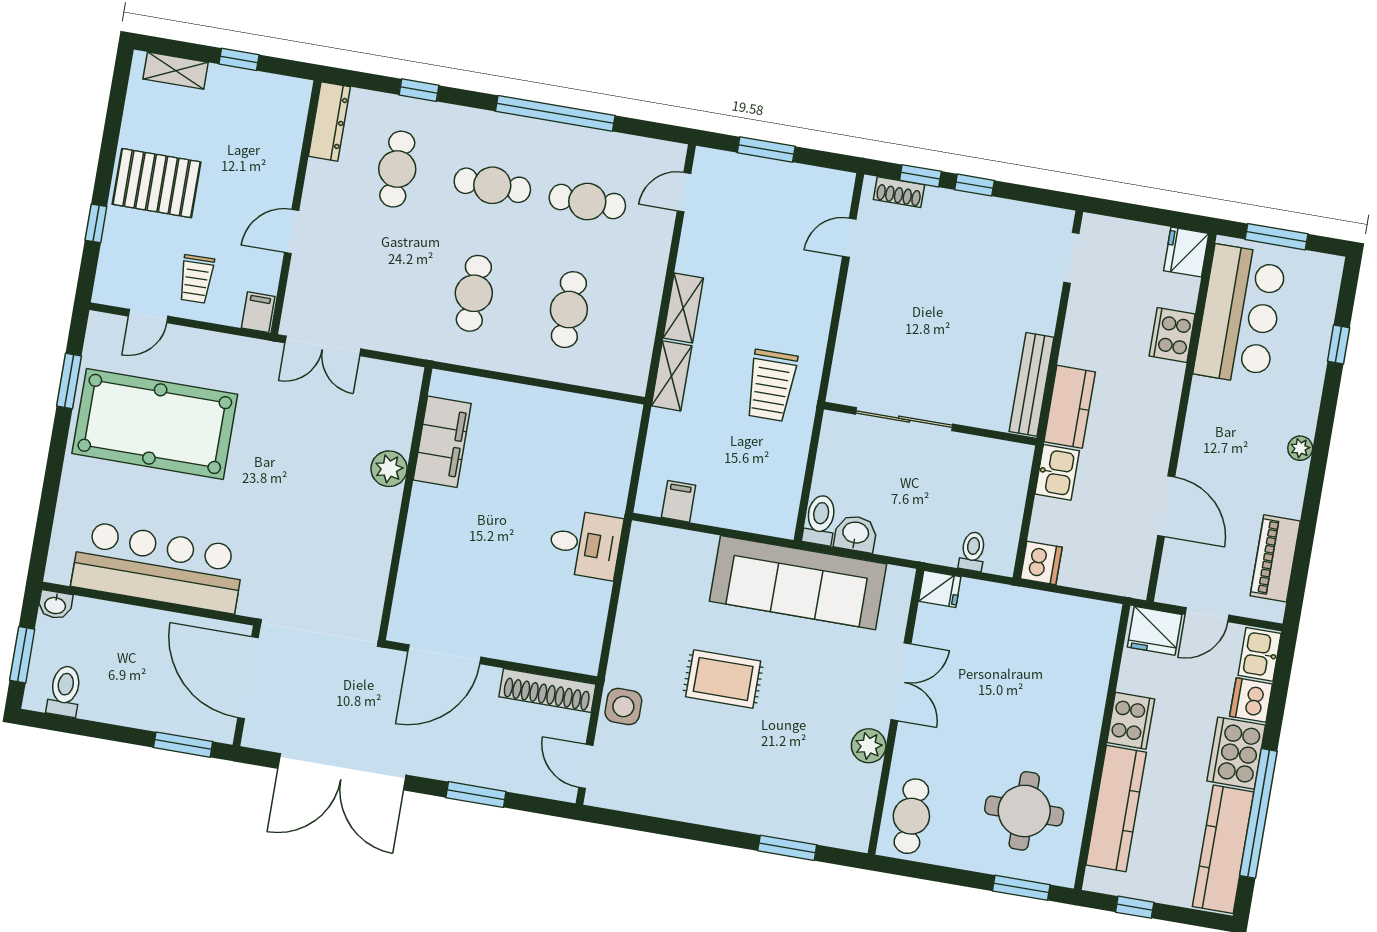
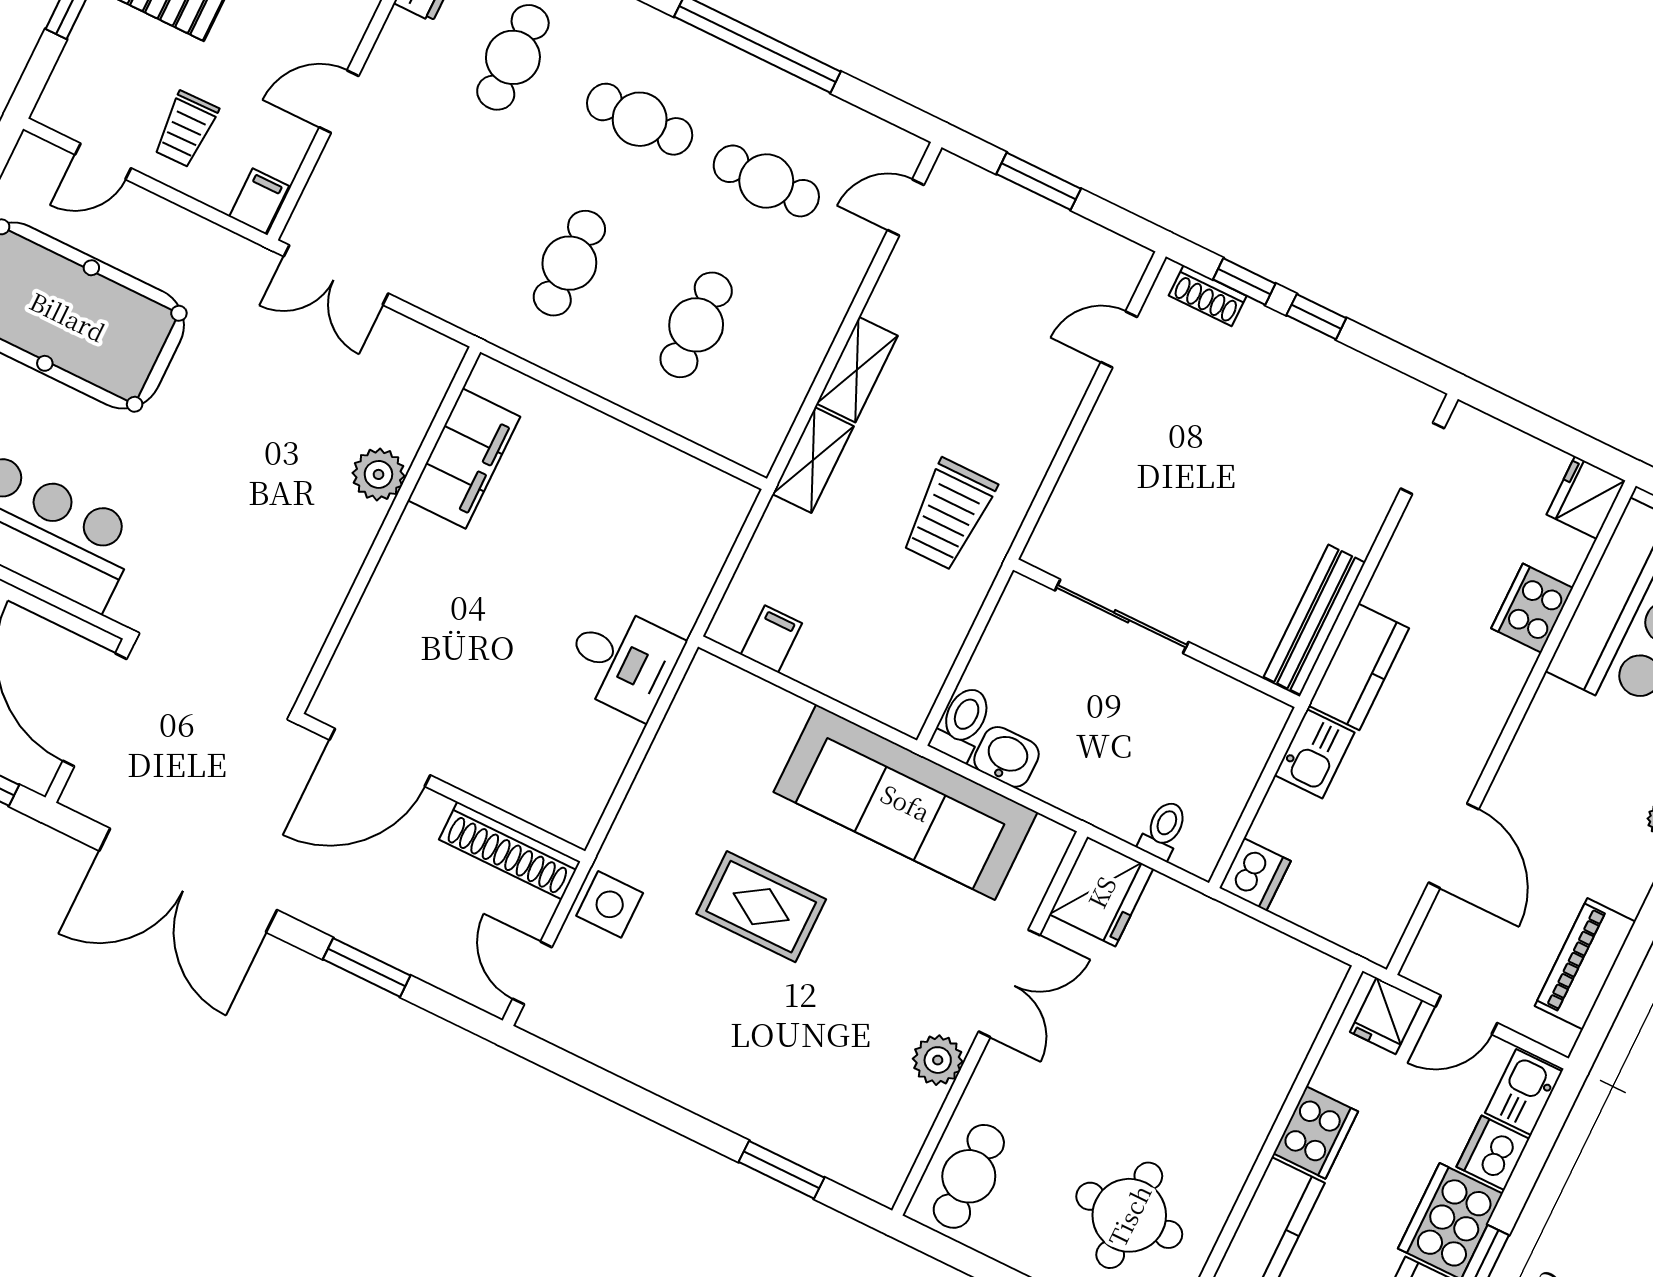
fridge: (940, 589) -> (1101, 892), width x1.88, depth x1.34
fridge: (1155, 631) -> (1386, 1016), width x0.72

